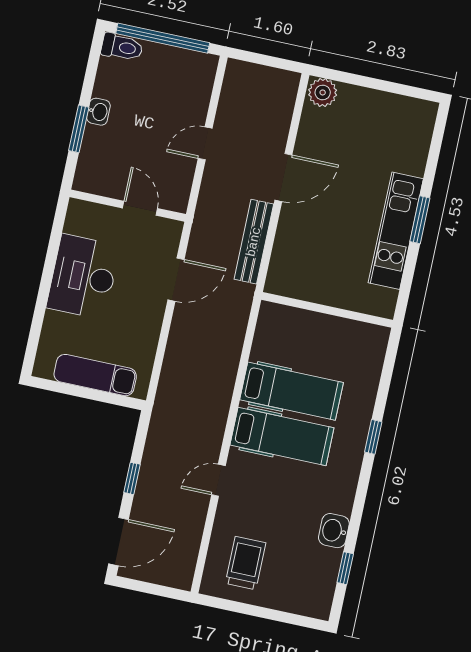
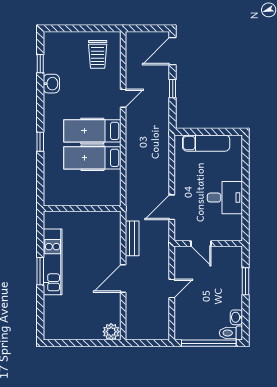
washbasin: (98, 112) -> (236, 317), moved
bench: (254, 242) -> (132, 238), width x0.73
desk: (83, 277) -> (225, 198), width x0.73

